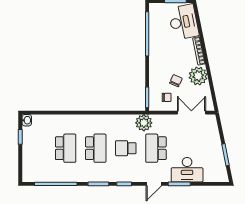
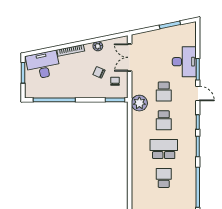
plant: (198, 76) -> (98, 46), width x0.53, depth x0.53
school desk: (66, 148) -> (164, 178), width x0.54
school desk: (156, 148) -> (164, 91), width x0.54

